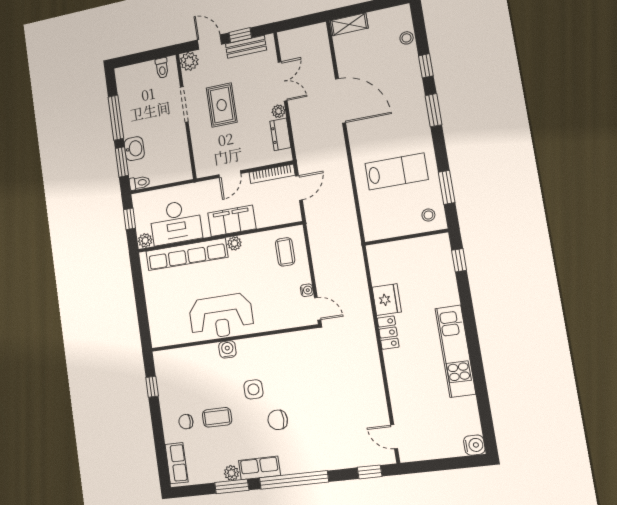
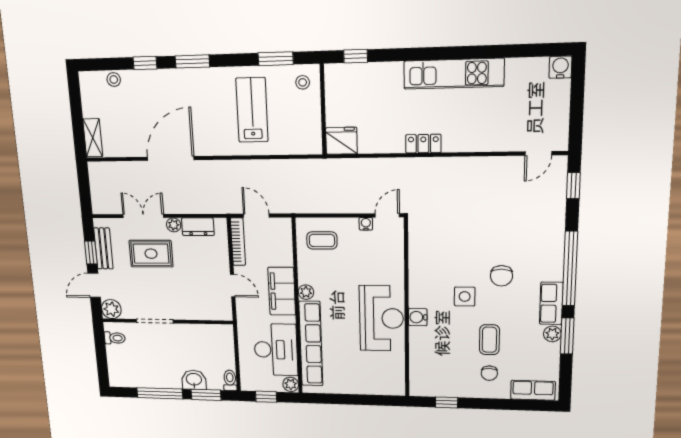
rug: (222, 105) -> (151, 254), moved
fridge: (387, 300) -> (341, 141), moved

